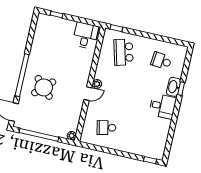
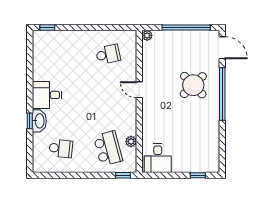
plant: (97, 84) -> (131, 141), moved
door: (88, 94) -> (139, 90), hinge flipped

